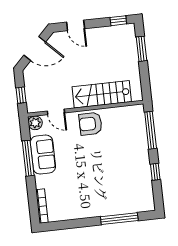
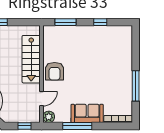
window: (151, 130) -> (65, 22), width x0.69
sofa: (43, 155) -> (87, 113), moved
window: (119, 219) -> (136, 86), moved

